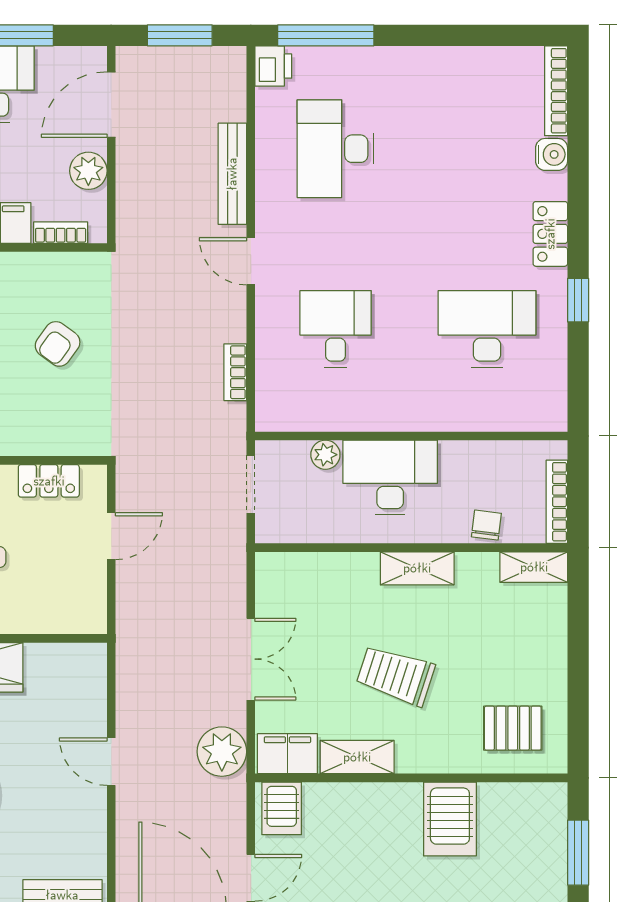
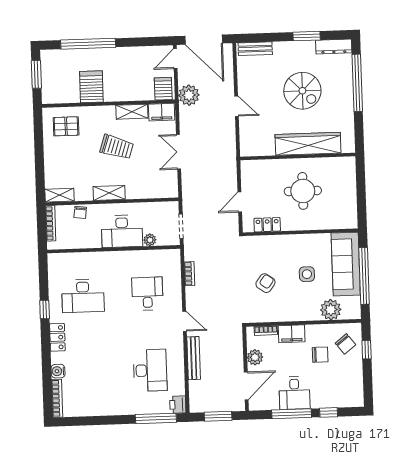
desk: (336, 329) -> (147, 294), turned 180
plant: (222, 752) -> (189, 95), moved

